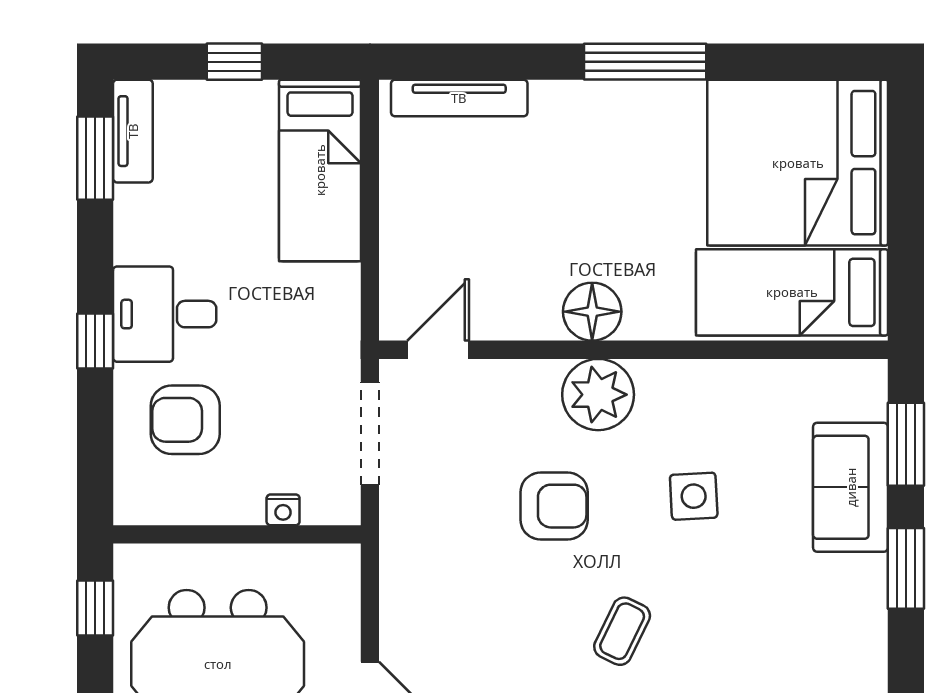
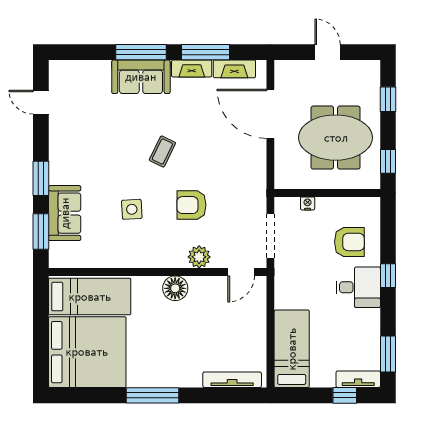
window: (234, 62) -> (345, 395), moved
tv unit: (133, 131) -> (358, 379), moved, turned 90
plant: (598, 395) -> (199, 257), moved, width x0.73, depth x0.73

